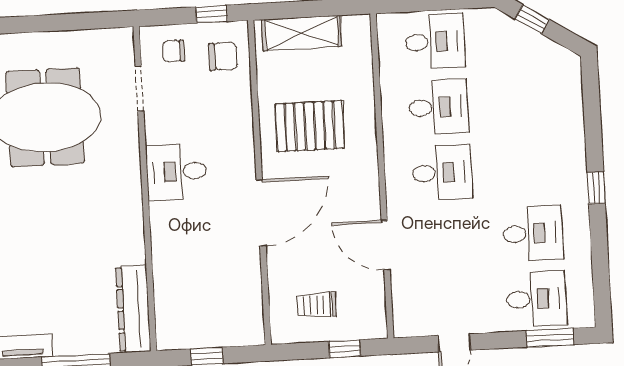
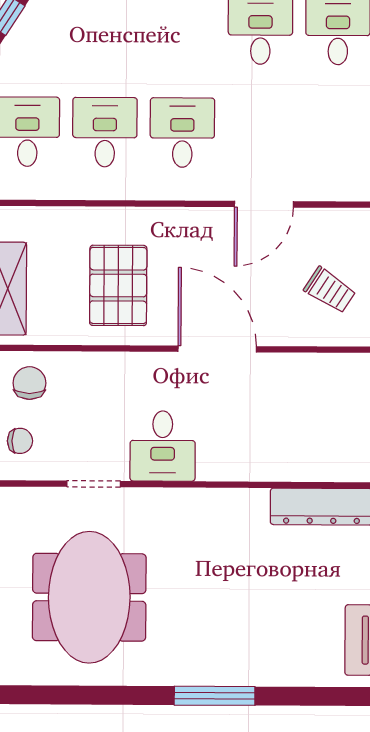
chair: (174, 51) -> (20, 441), turned -90
doorway: (139, 89) -> (94, 484), moved
trolley: (316, 305) -> (330, 290), turned -57

